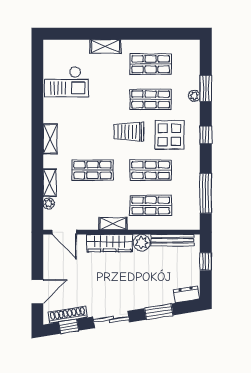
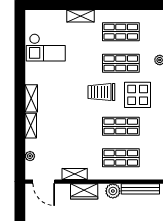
shop shelf: (92, 170) -> (69, 126), removed
shelving: (50, 183) -> (31, 126), moved
shelving: (113, 224) -> (75, 174), moved
wardrobe: (110, 243) -> (84, 191), width x0.67

